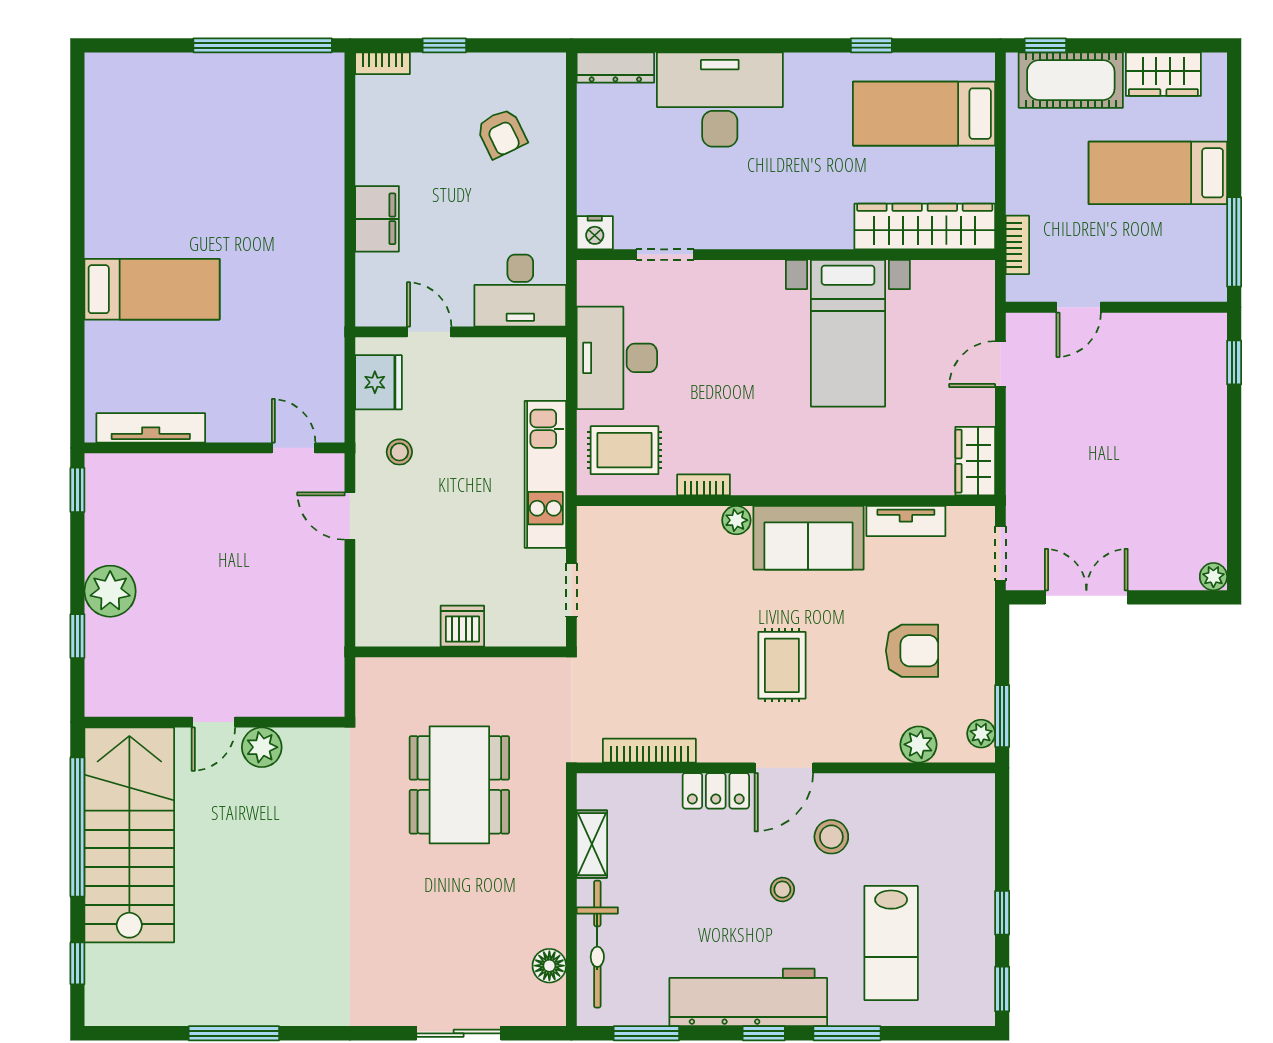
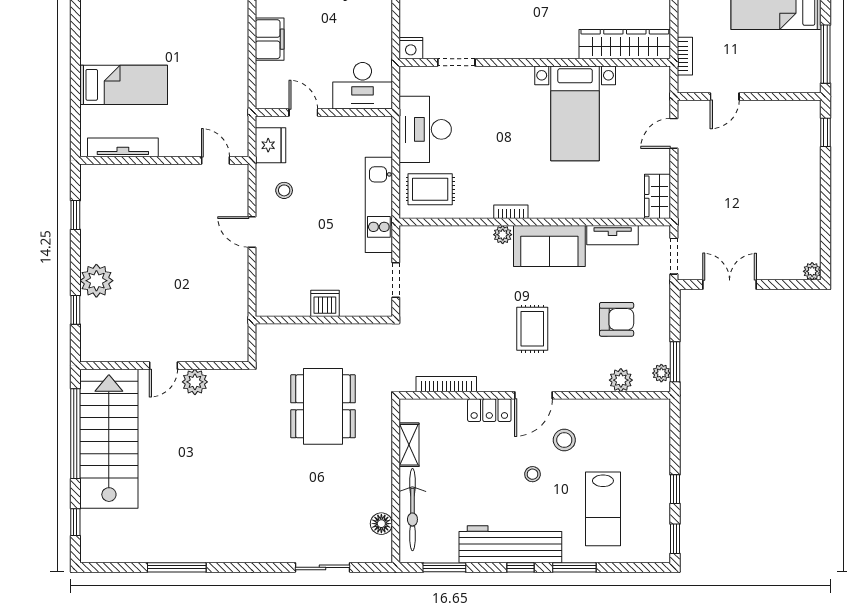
tv unit: (151, 428) -> (123, 147), moved
wall: (215, 448) -> (164, 160), moved
door: (294, 448) -> (216, 160), moved
bookcase: (704, 485) -> (511, 212), moved

